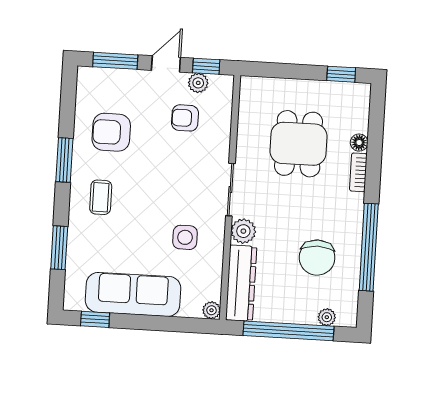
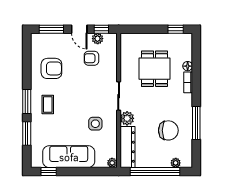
door: (166, 64) -> (79, 29), swing flipped
armchair: (111, 132) -> (51, 68), turned 180
window: (64, 160) -> (27, 102), moved
window: (369, 247) -> (196, 123), width x0.68
chair: (317, 258) -> (168, 130), turned -90

